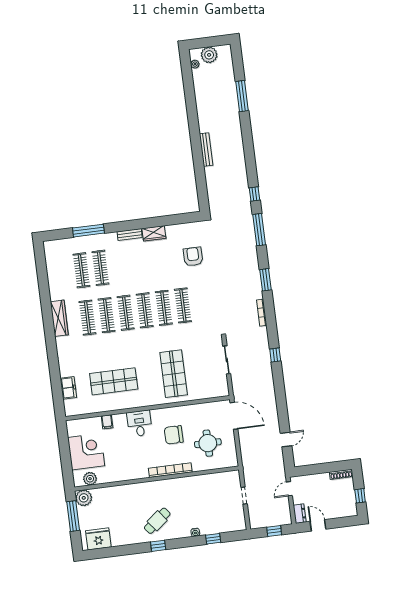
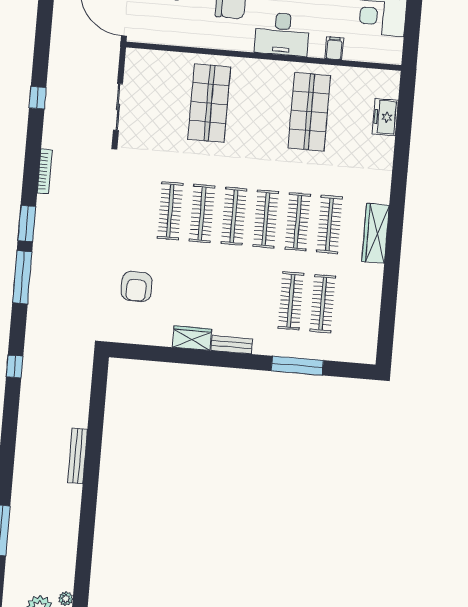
window: (259, 230) -> (22, 277), moved
shop shelf: (114, 381) -> (309, 112), turned 90
desk: (139, 423) -> (282, 34), width x1.37

